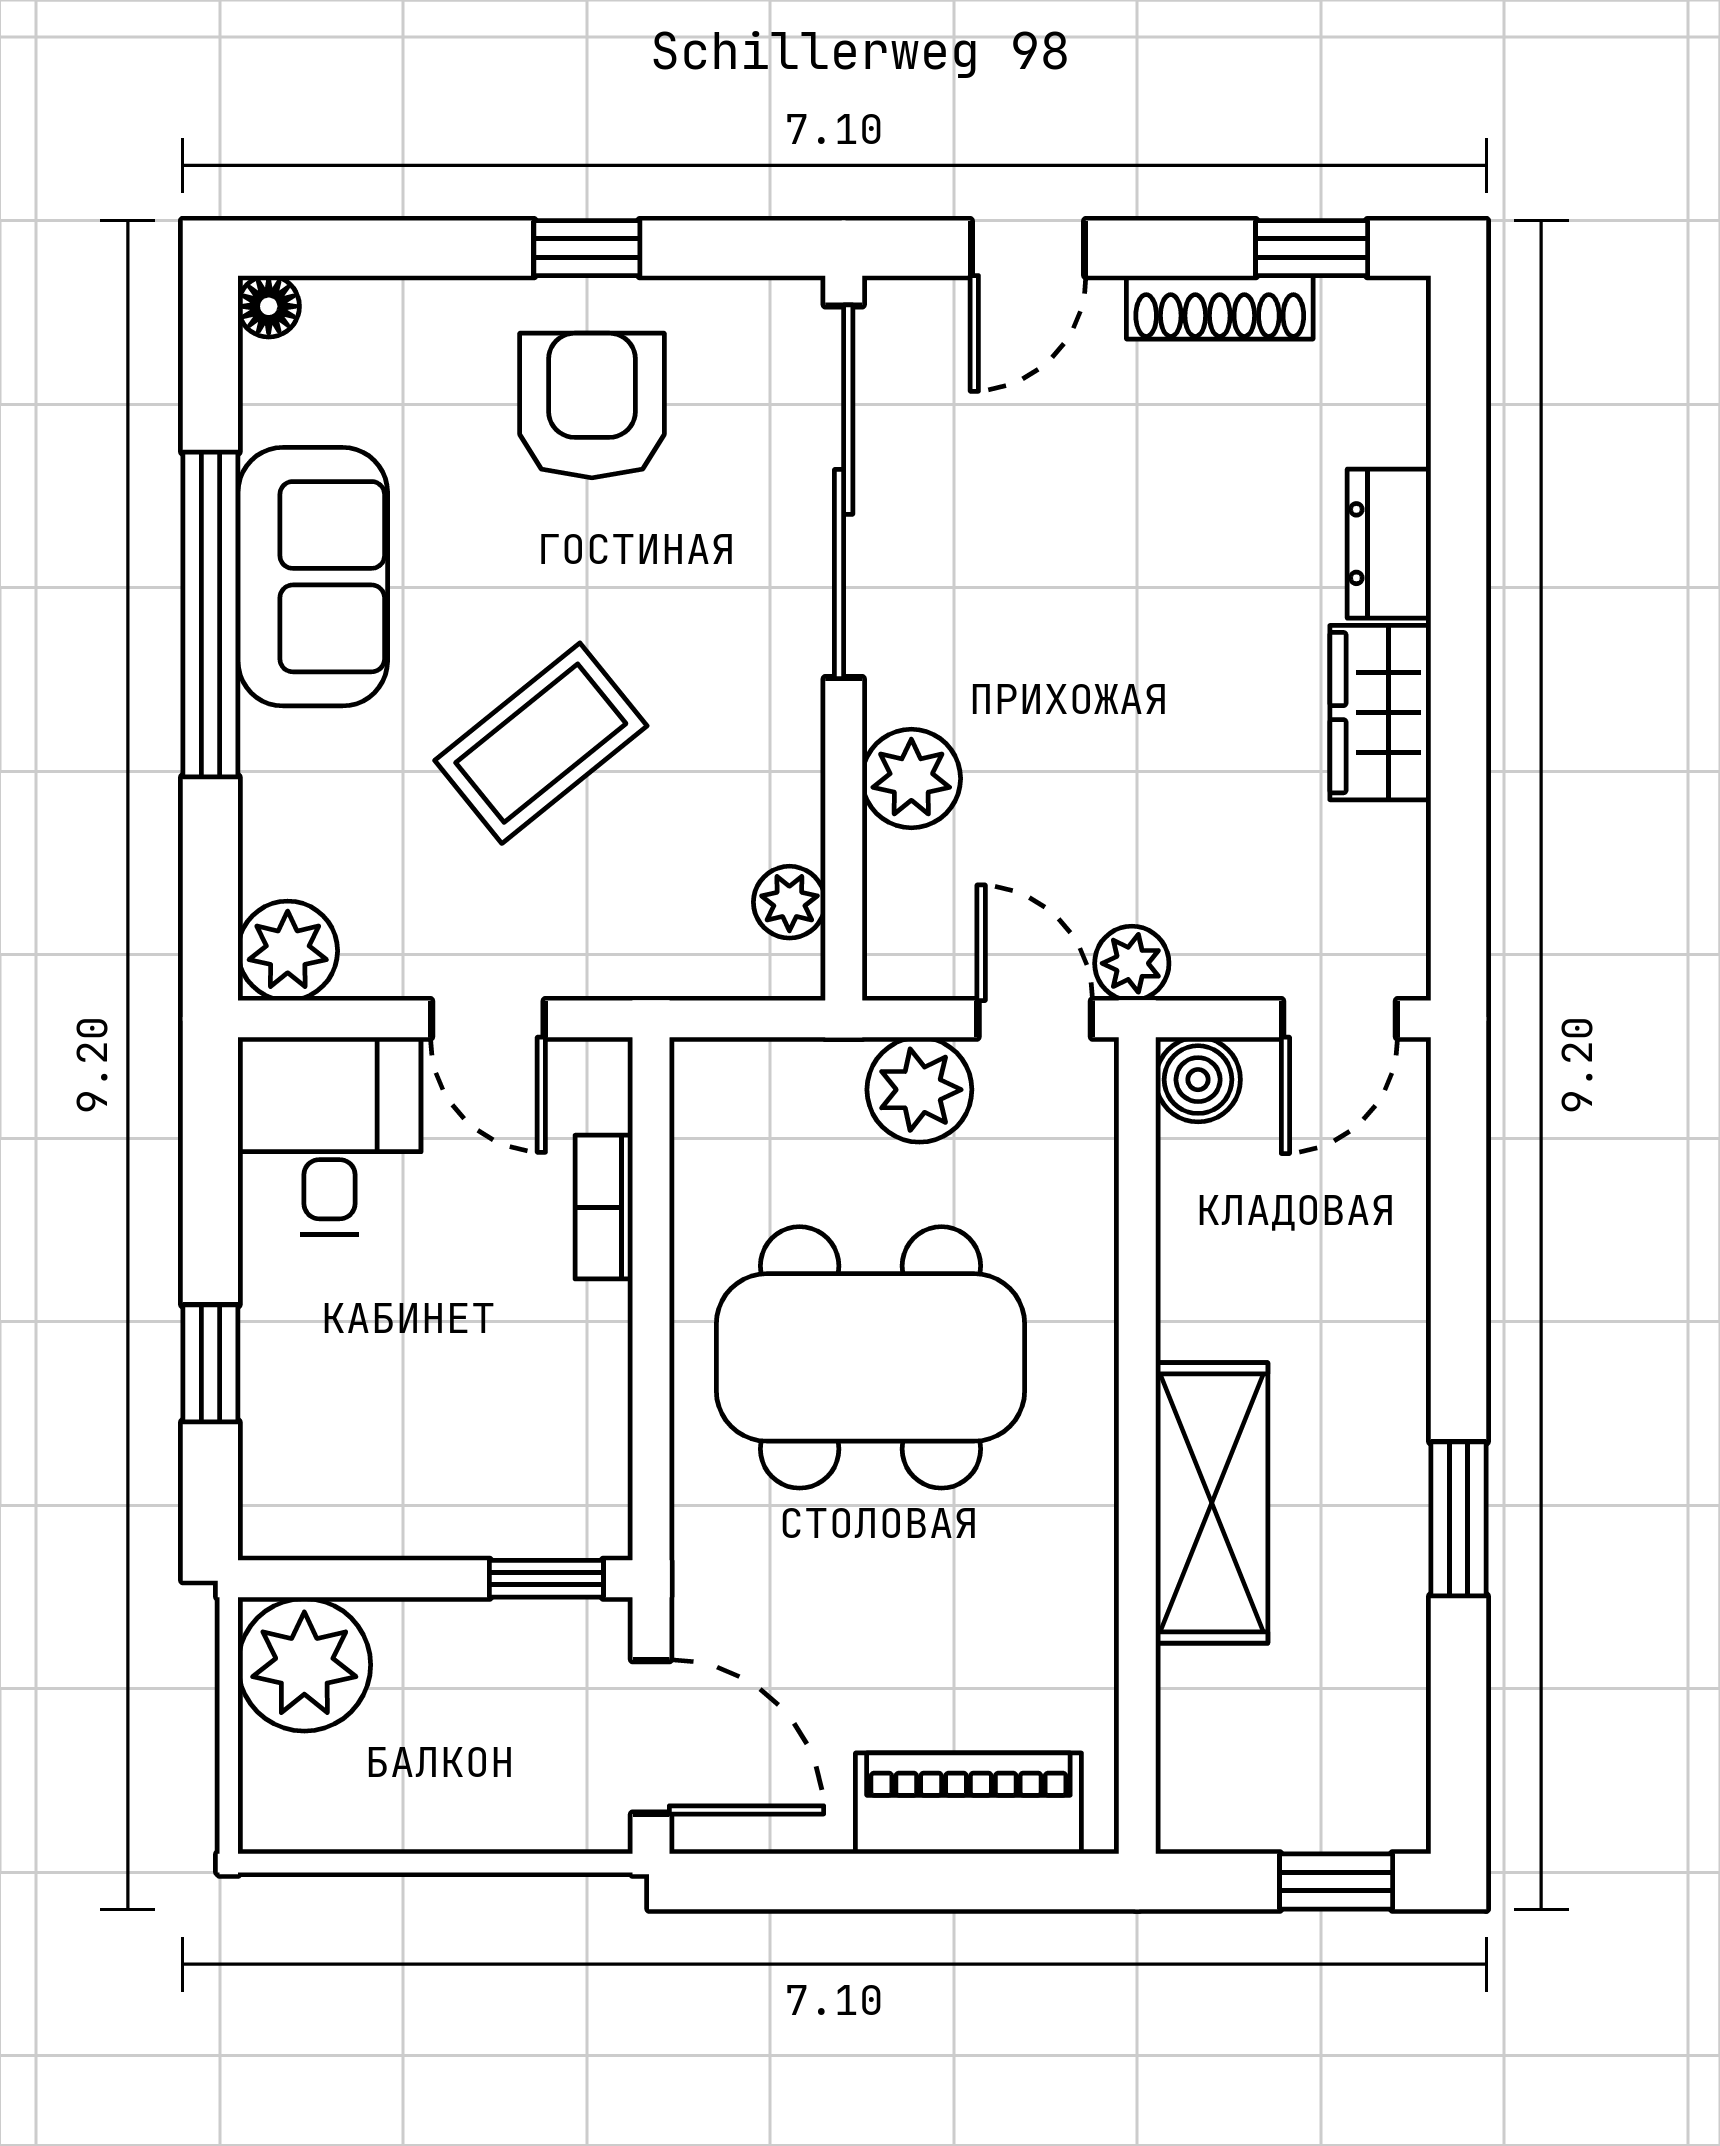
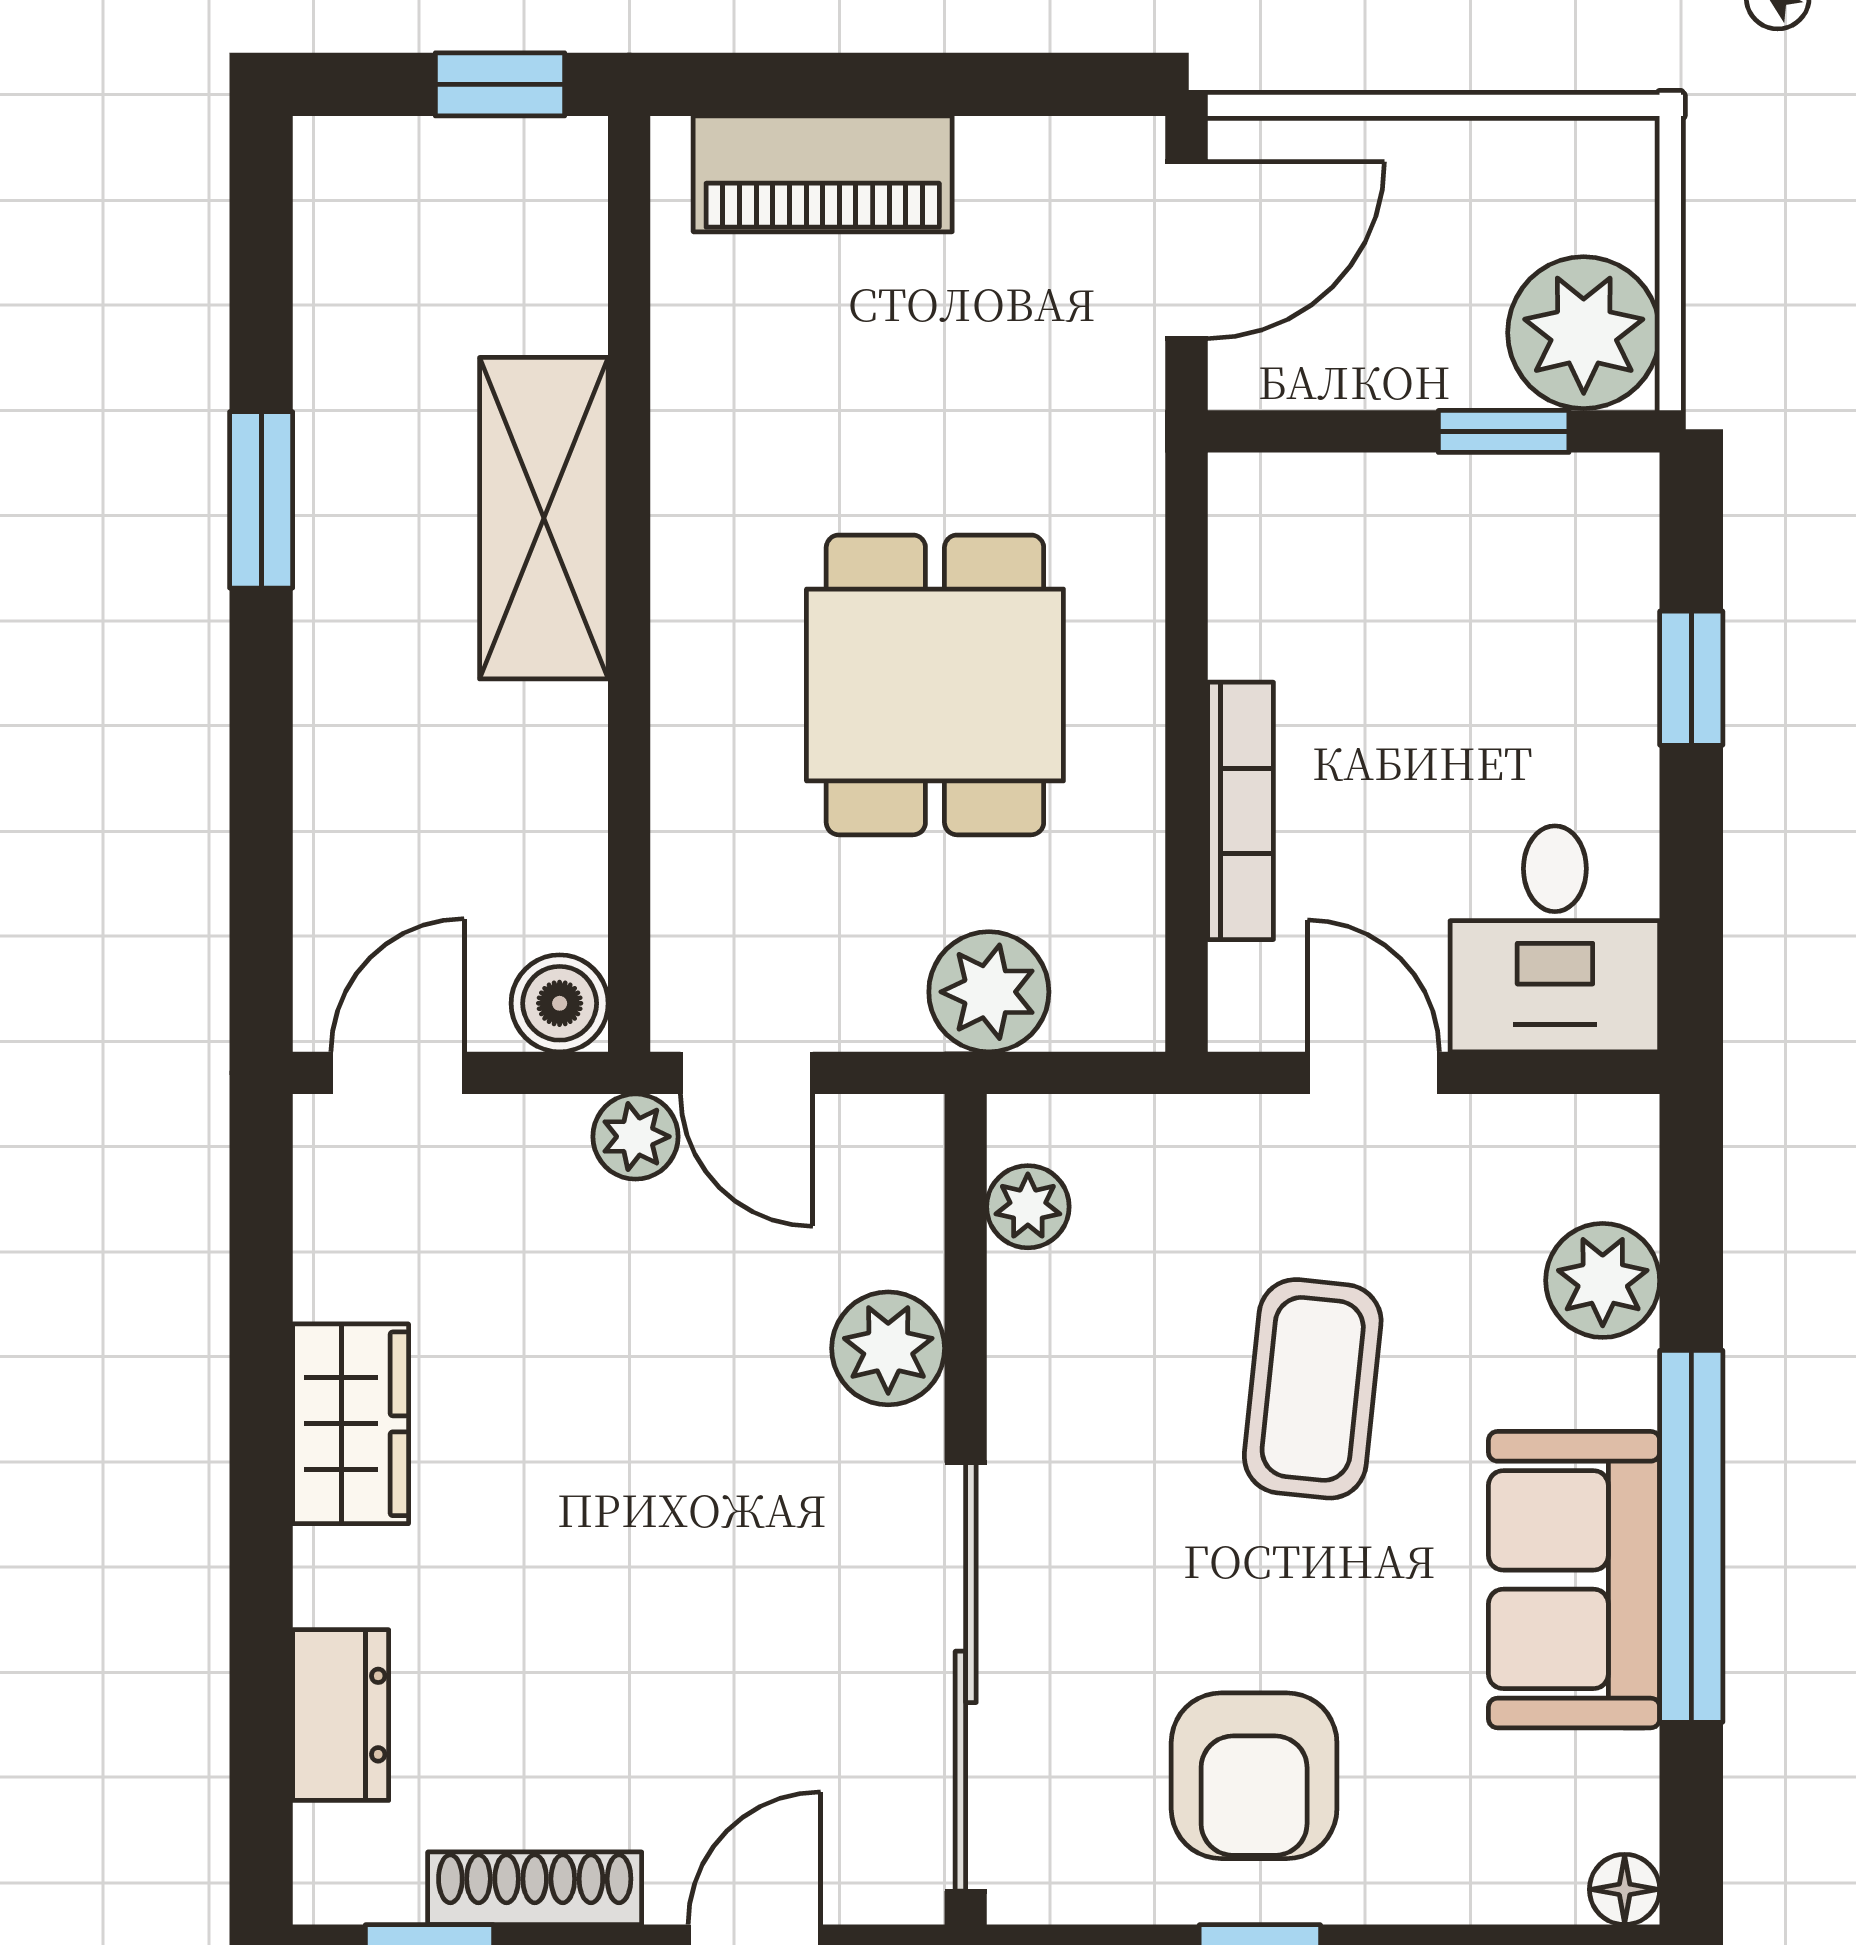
dresser: (1389, 544) -> (341, 1715), moved
coffee table: (541, 743) -> (1313, 1389), turned -45
plant: (288, 951) -> (1603, 1280), moved
plant: (919, 1090) -> (989, 992), moved
bookcase: (604, 1207) -> (1240, 811), width x1.56
dining table: (870, 1357) -> (935, 685), width x0.73
window: (546, 1579) -> (1504, 431), moved
door: (651, 1737) -> (1187, 250), swing flipped
window: (1336, 1882) -> (500, 84), moved

